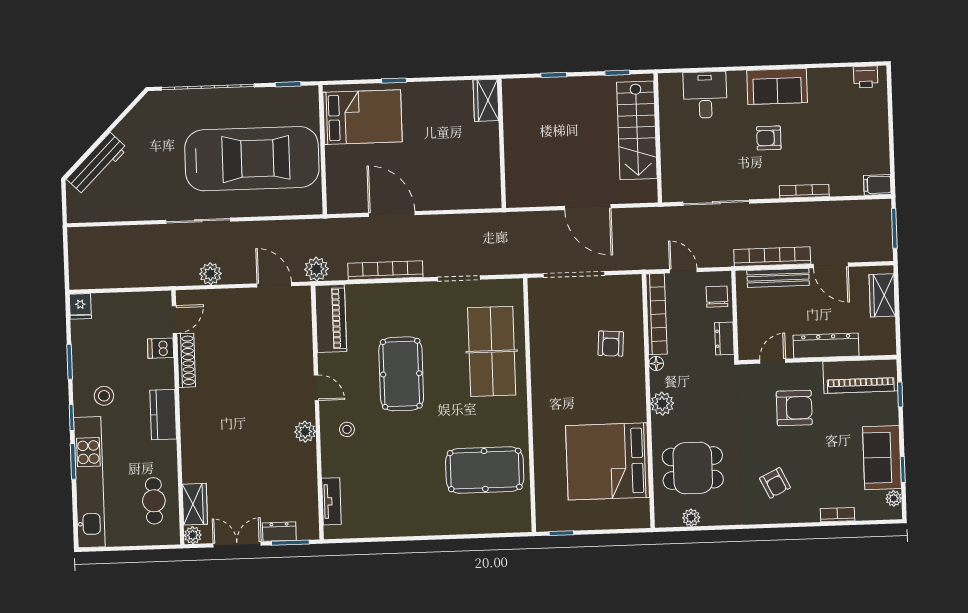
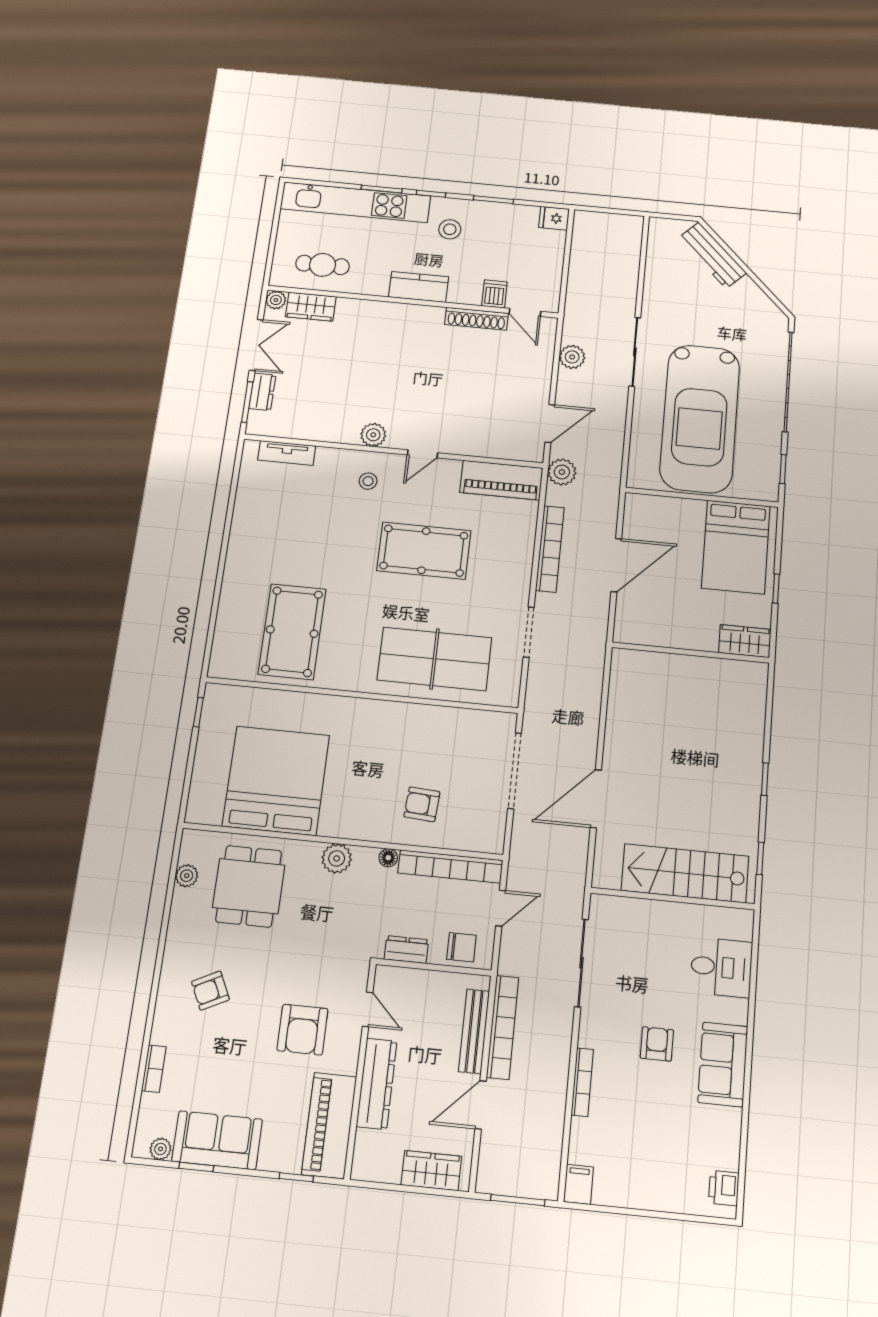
wardrobe: (486, 100) -> (745, 641), moved
wall: (502, 143) -> (690, 653), moved

